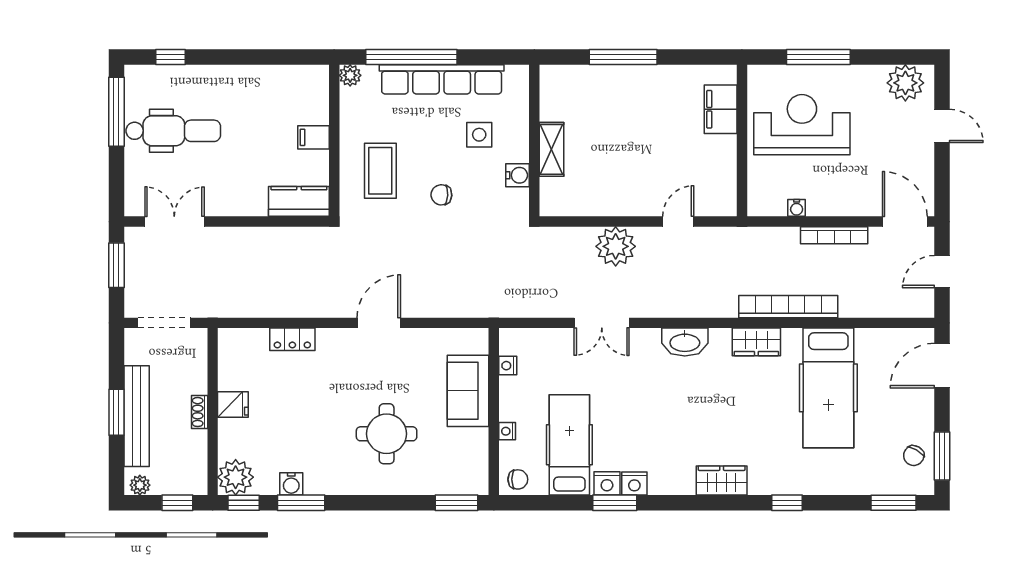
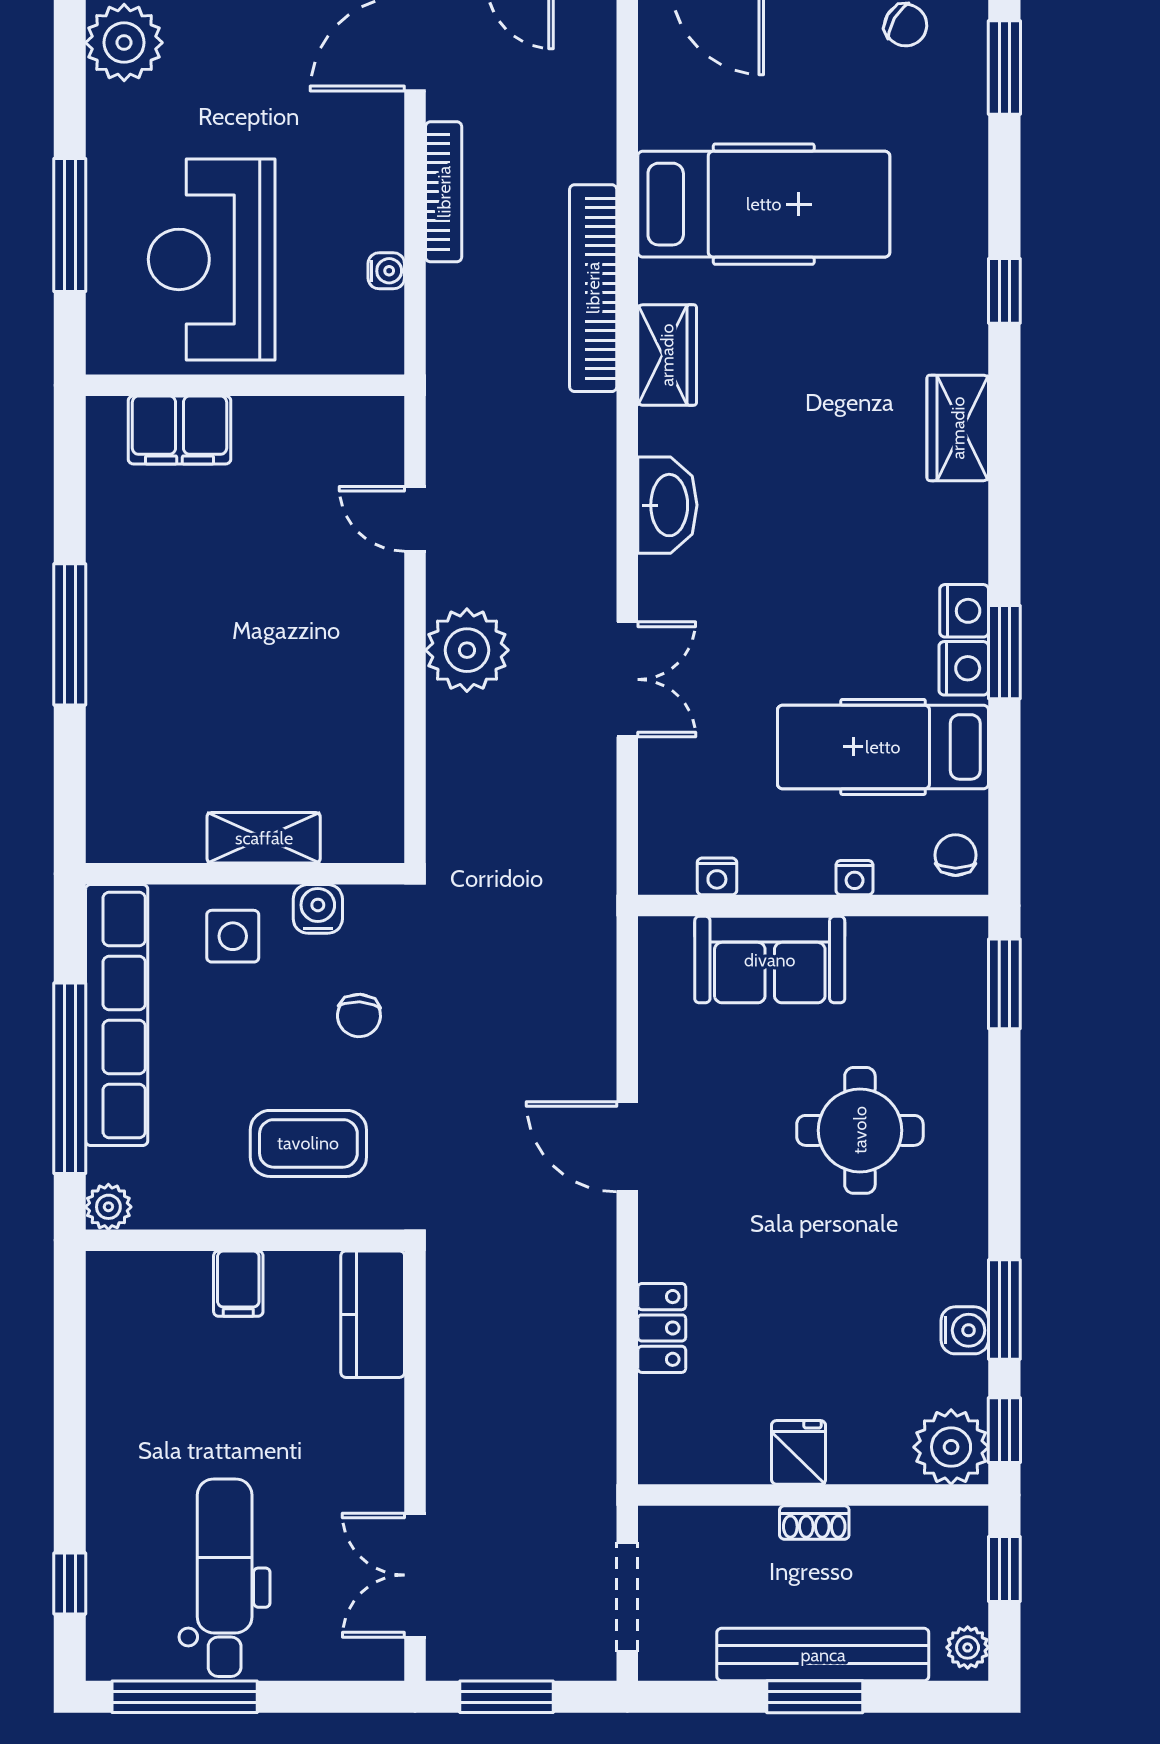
wall: (534, 141) -> (245, 874), moved
shelving: (551, 149) -> (264, 838), moved
water cooler: (518, 175) -> (318, 909), moved

